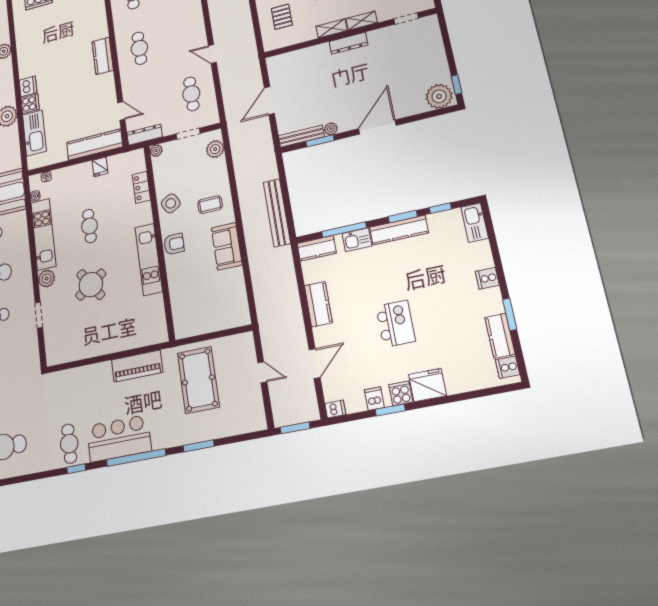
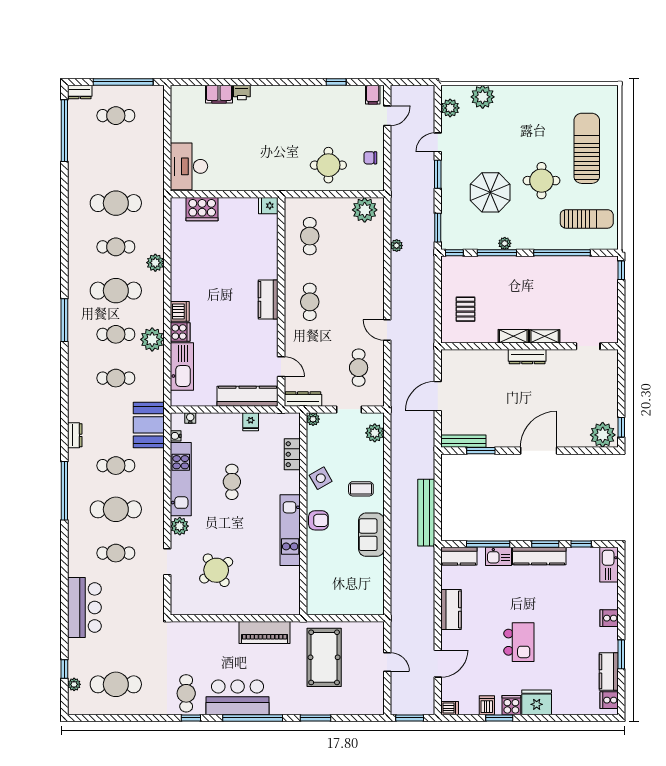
plant: (331, 129) -> (494, 441), removed
round table: (91, 285) -> (216, 570), moved

